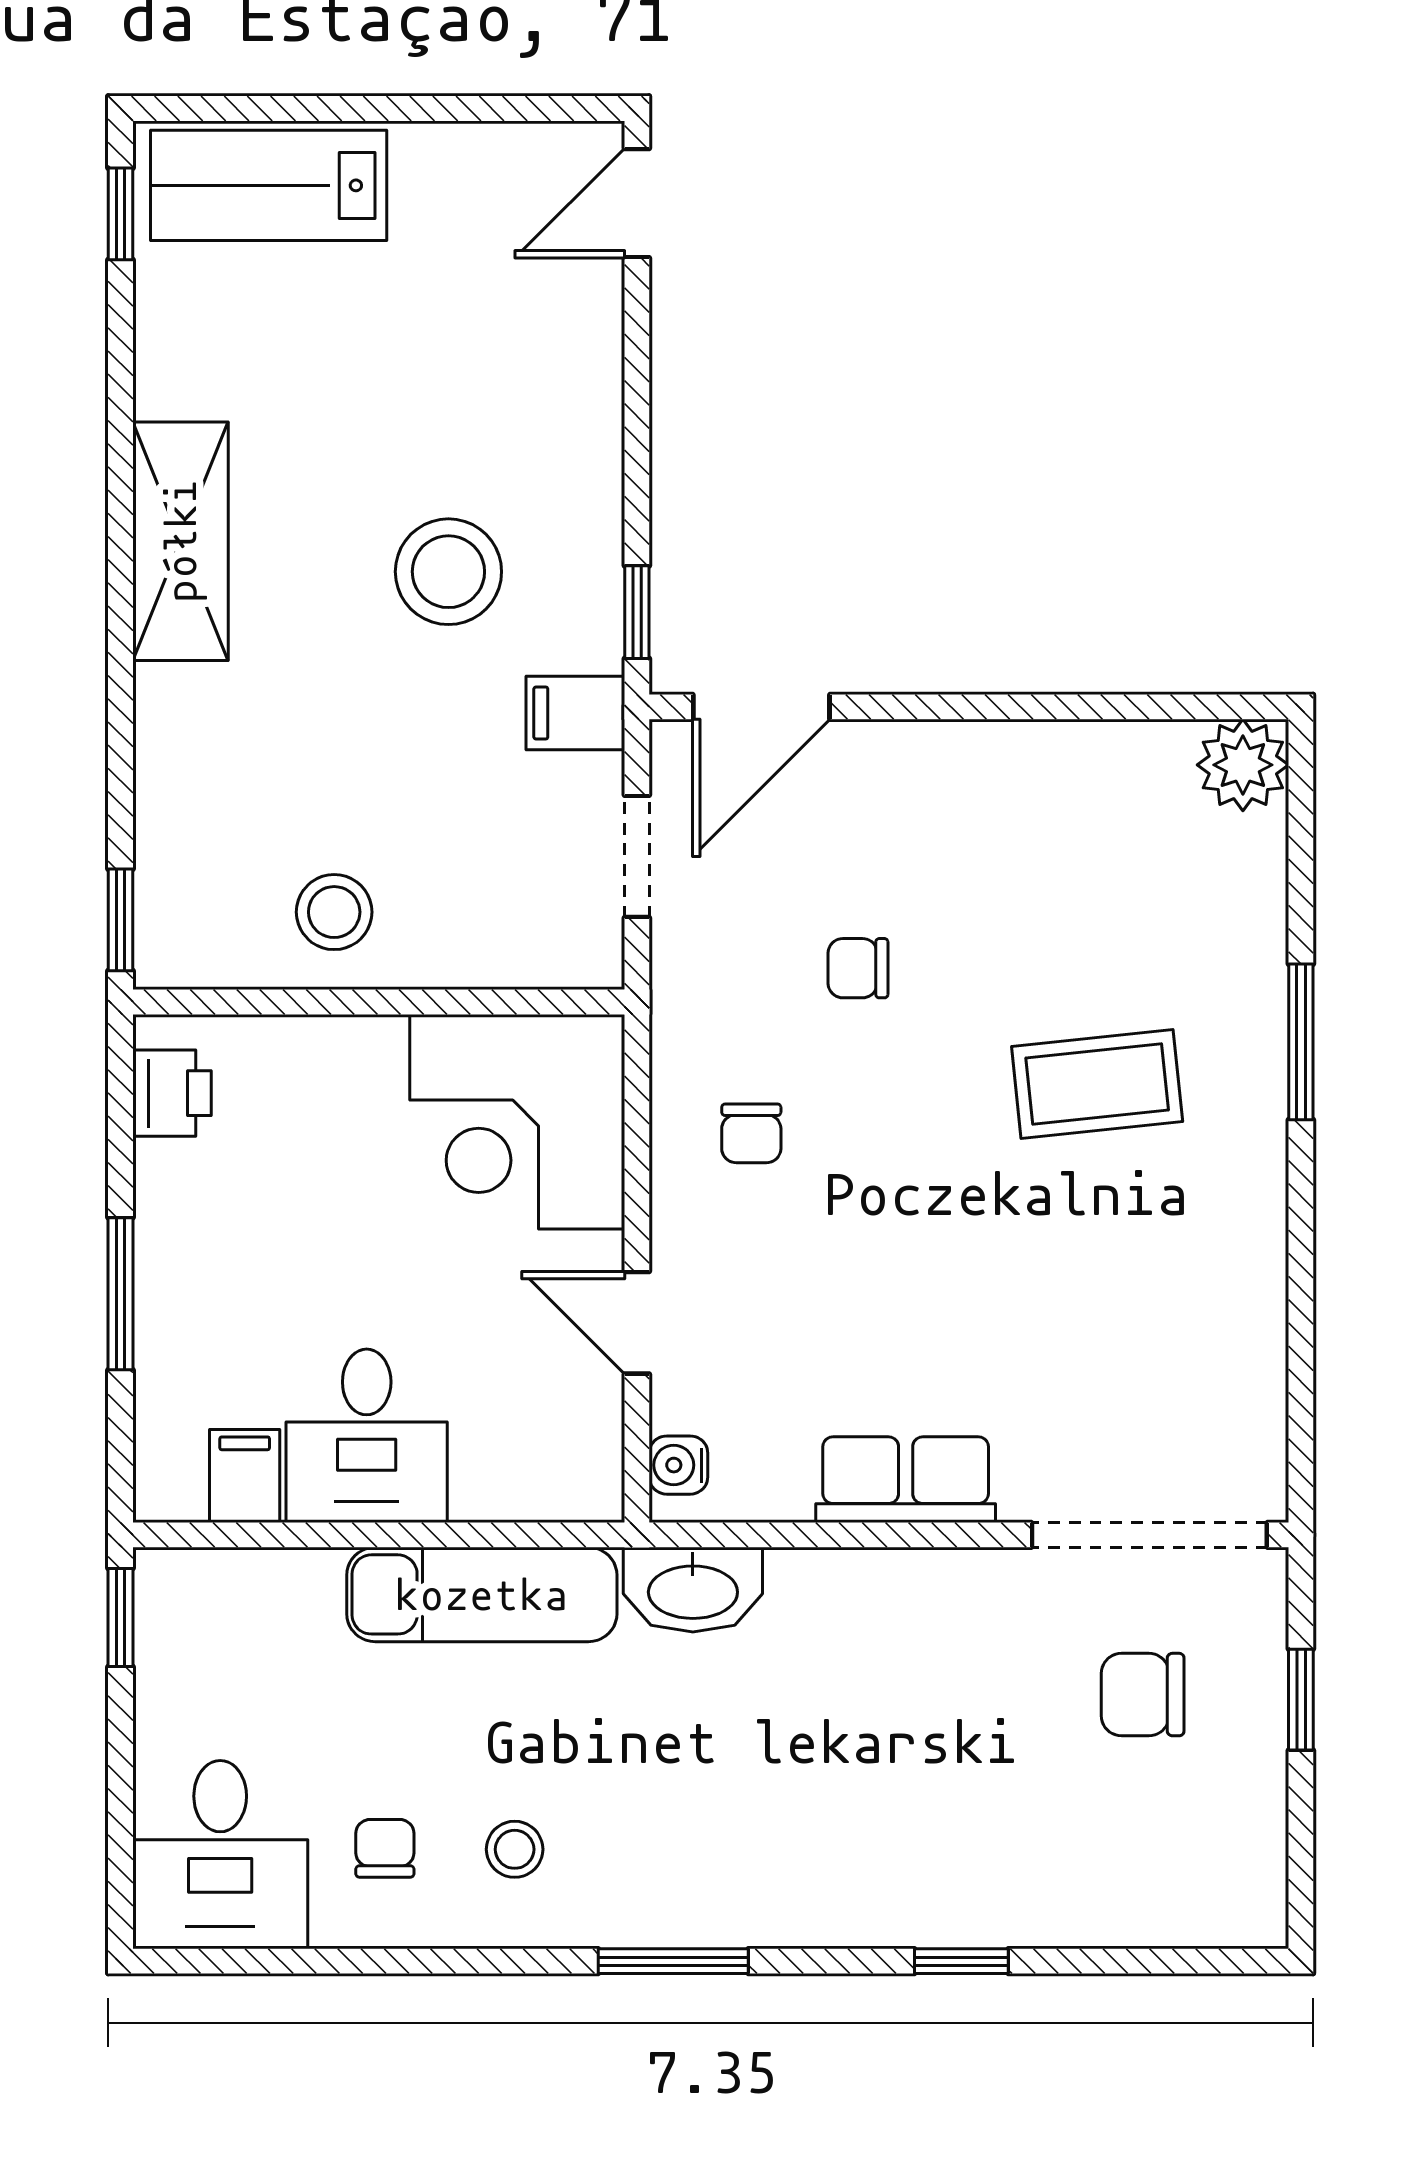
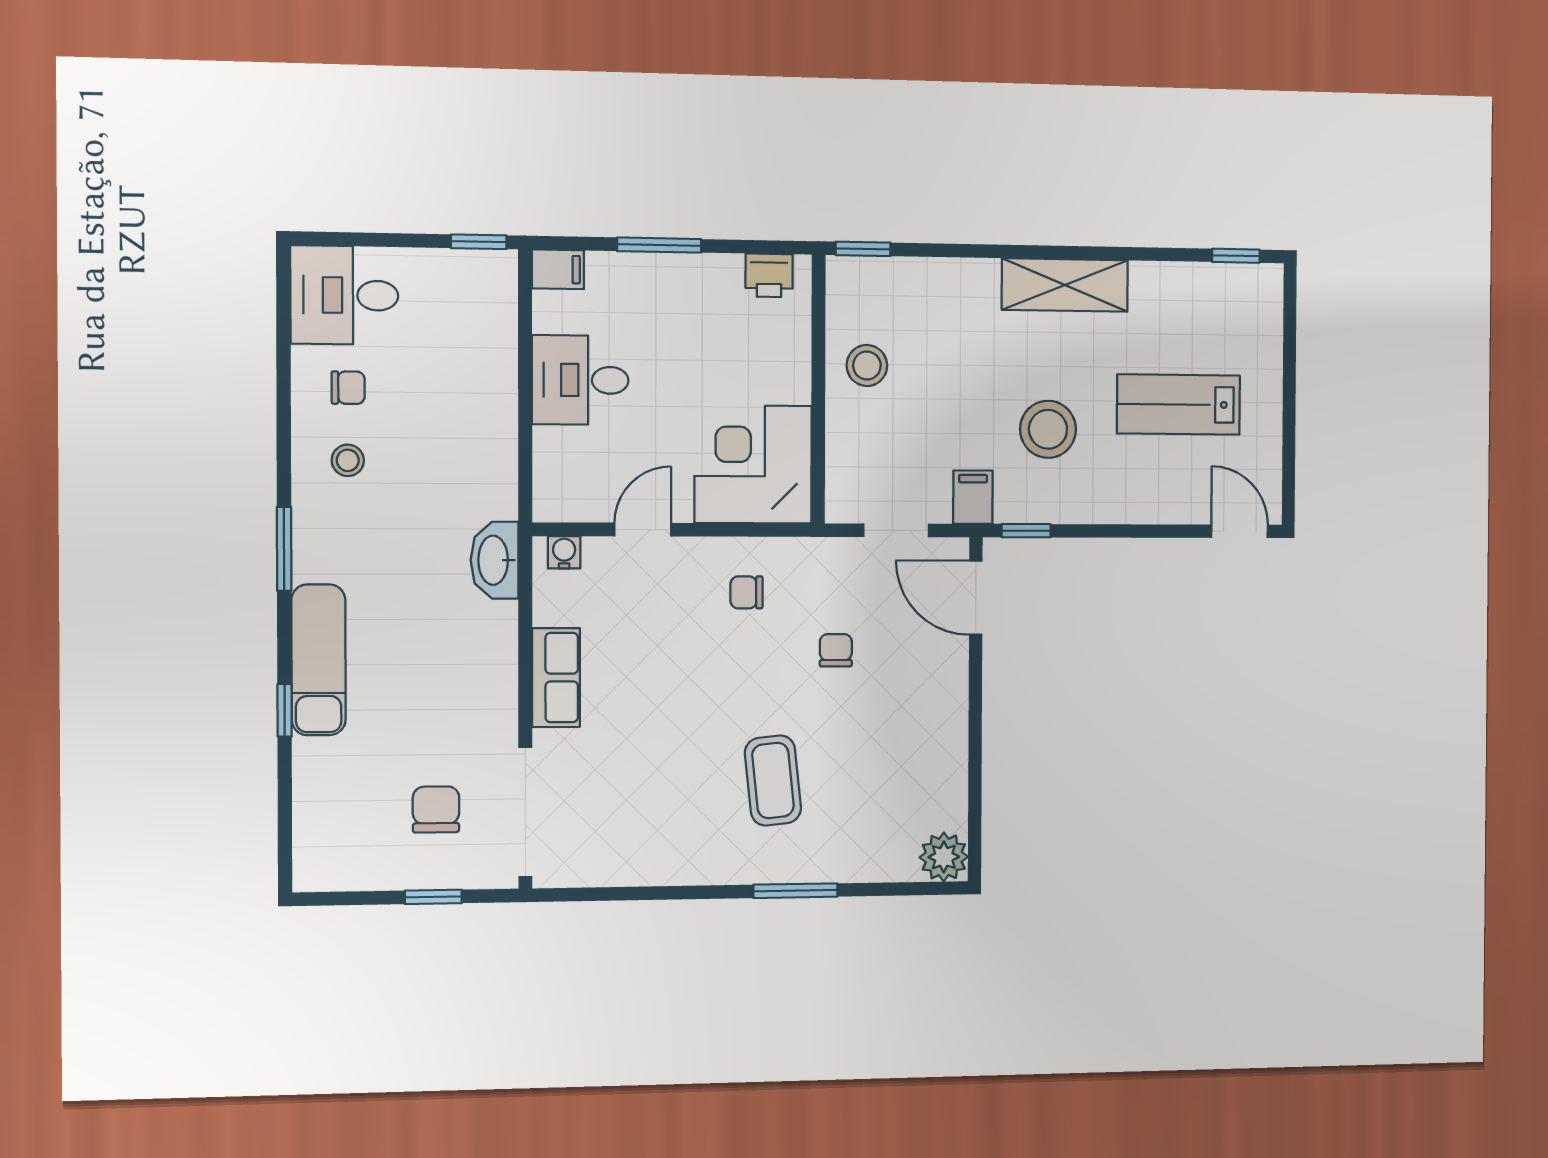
lab bench: (269, 185) -> (1179, 404), moved, turned -90
filing cabinet: (245, 1476) -> (558, 269), moved
exam couch: (482, 1594) -> (318, 660), moved, turned 180

